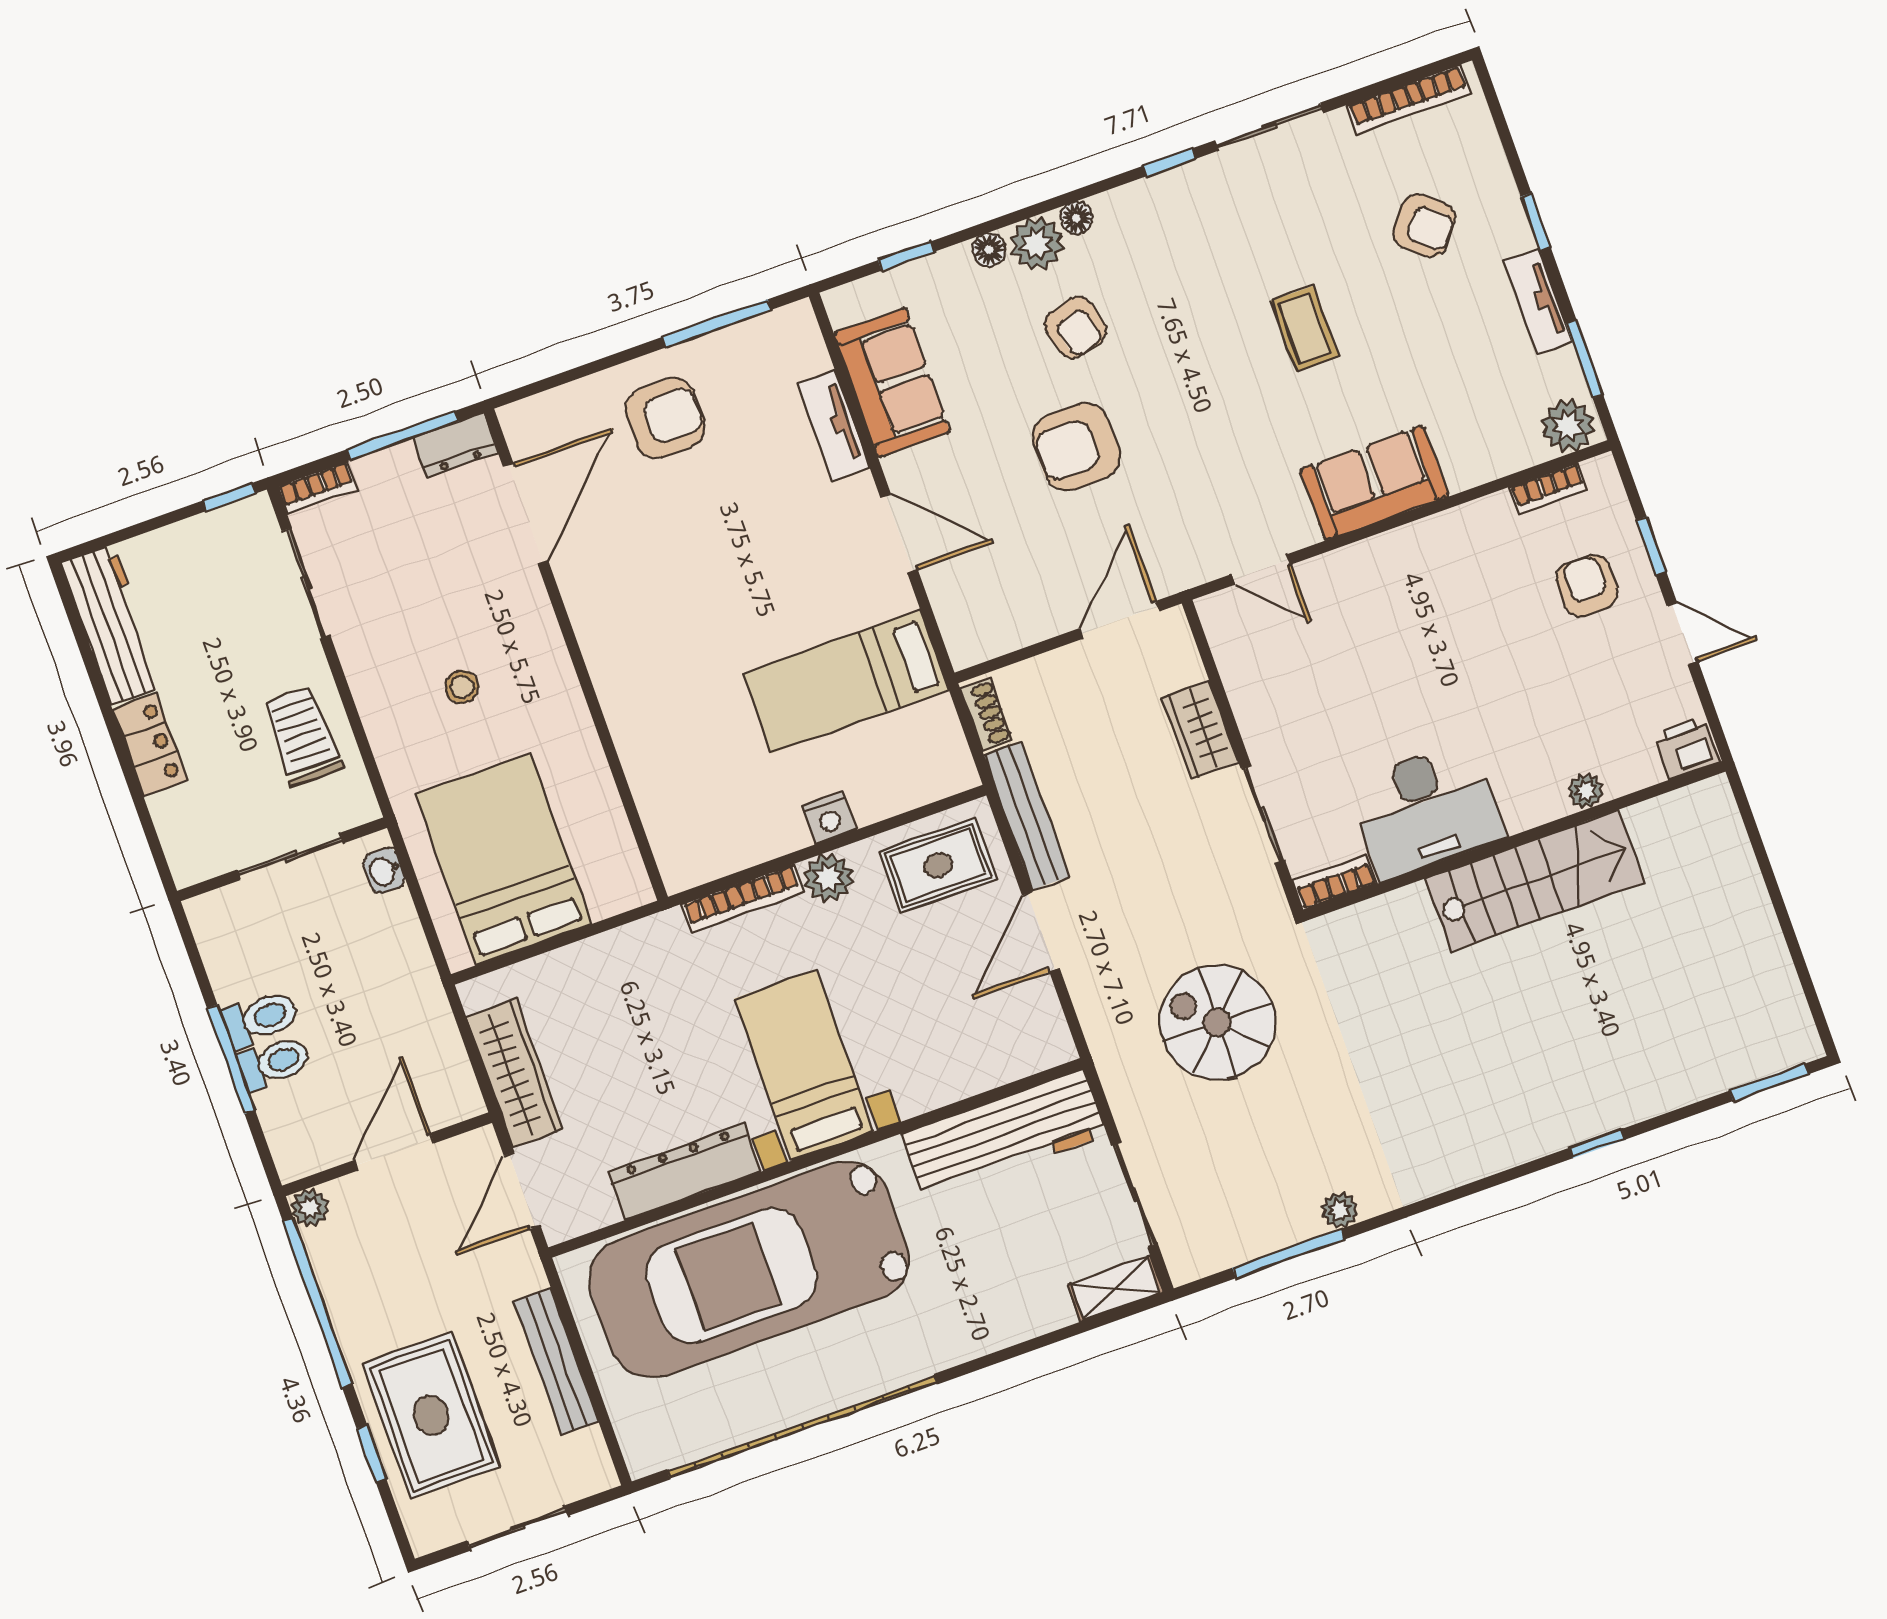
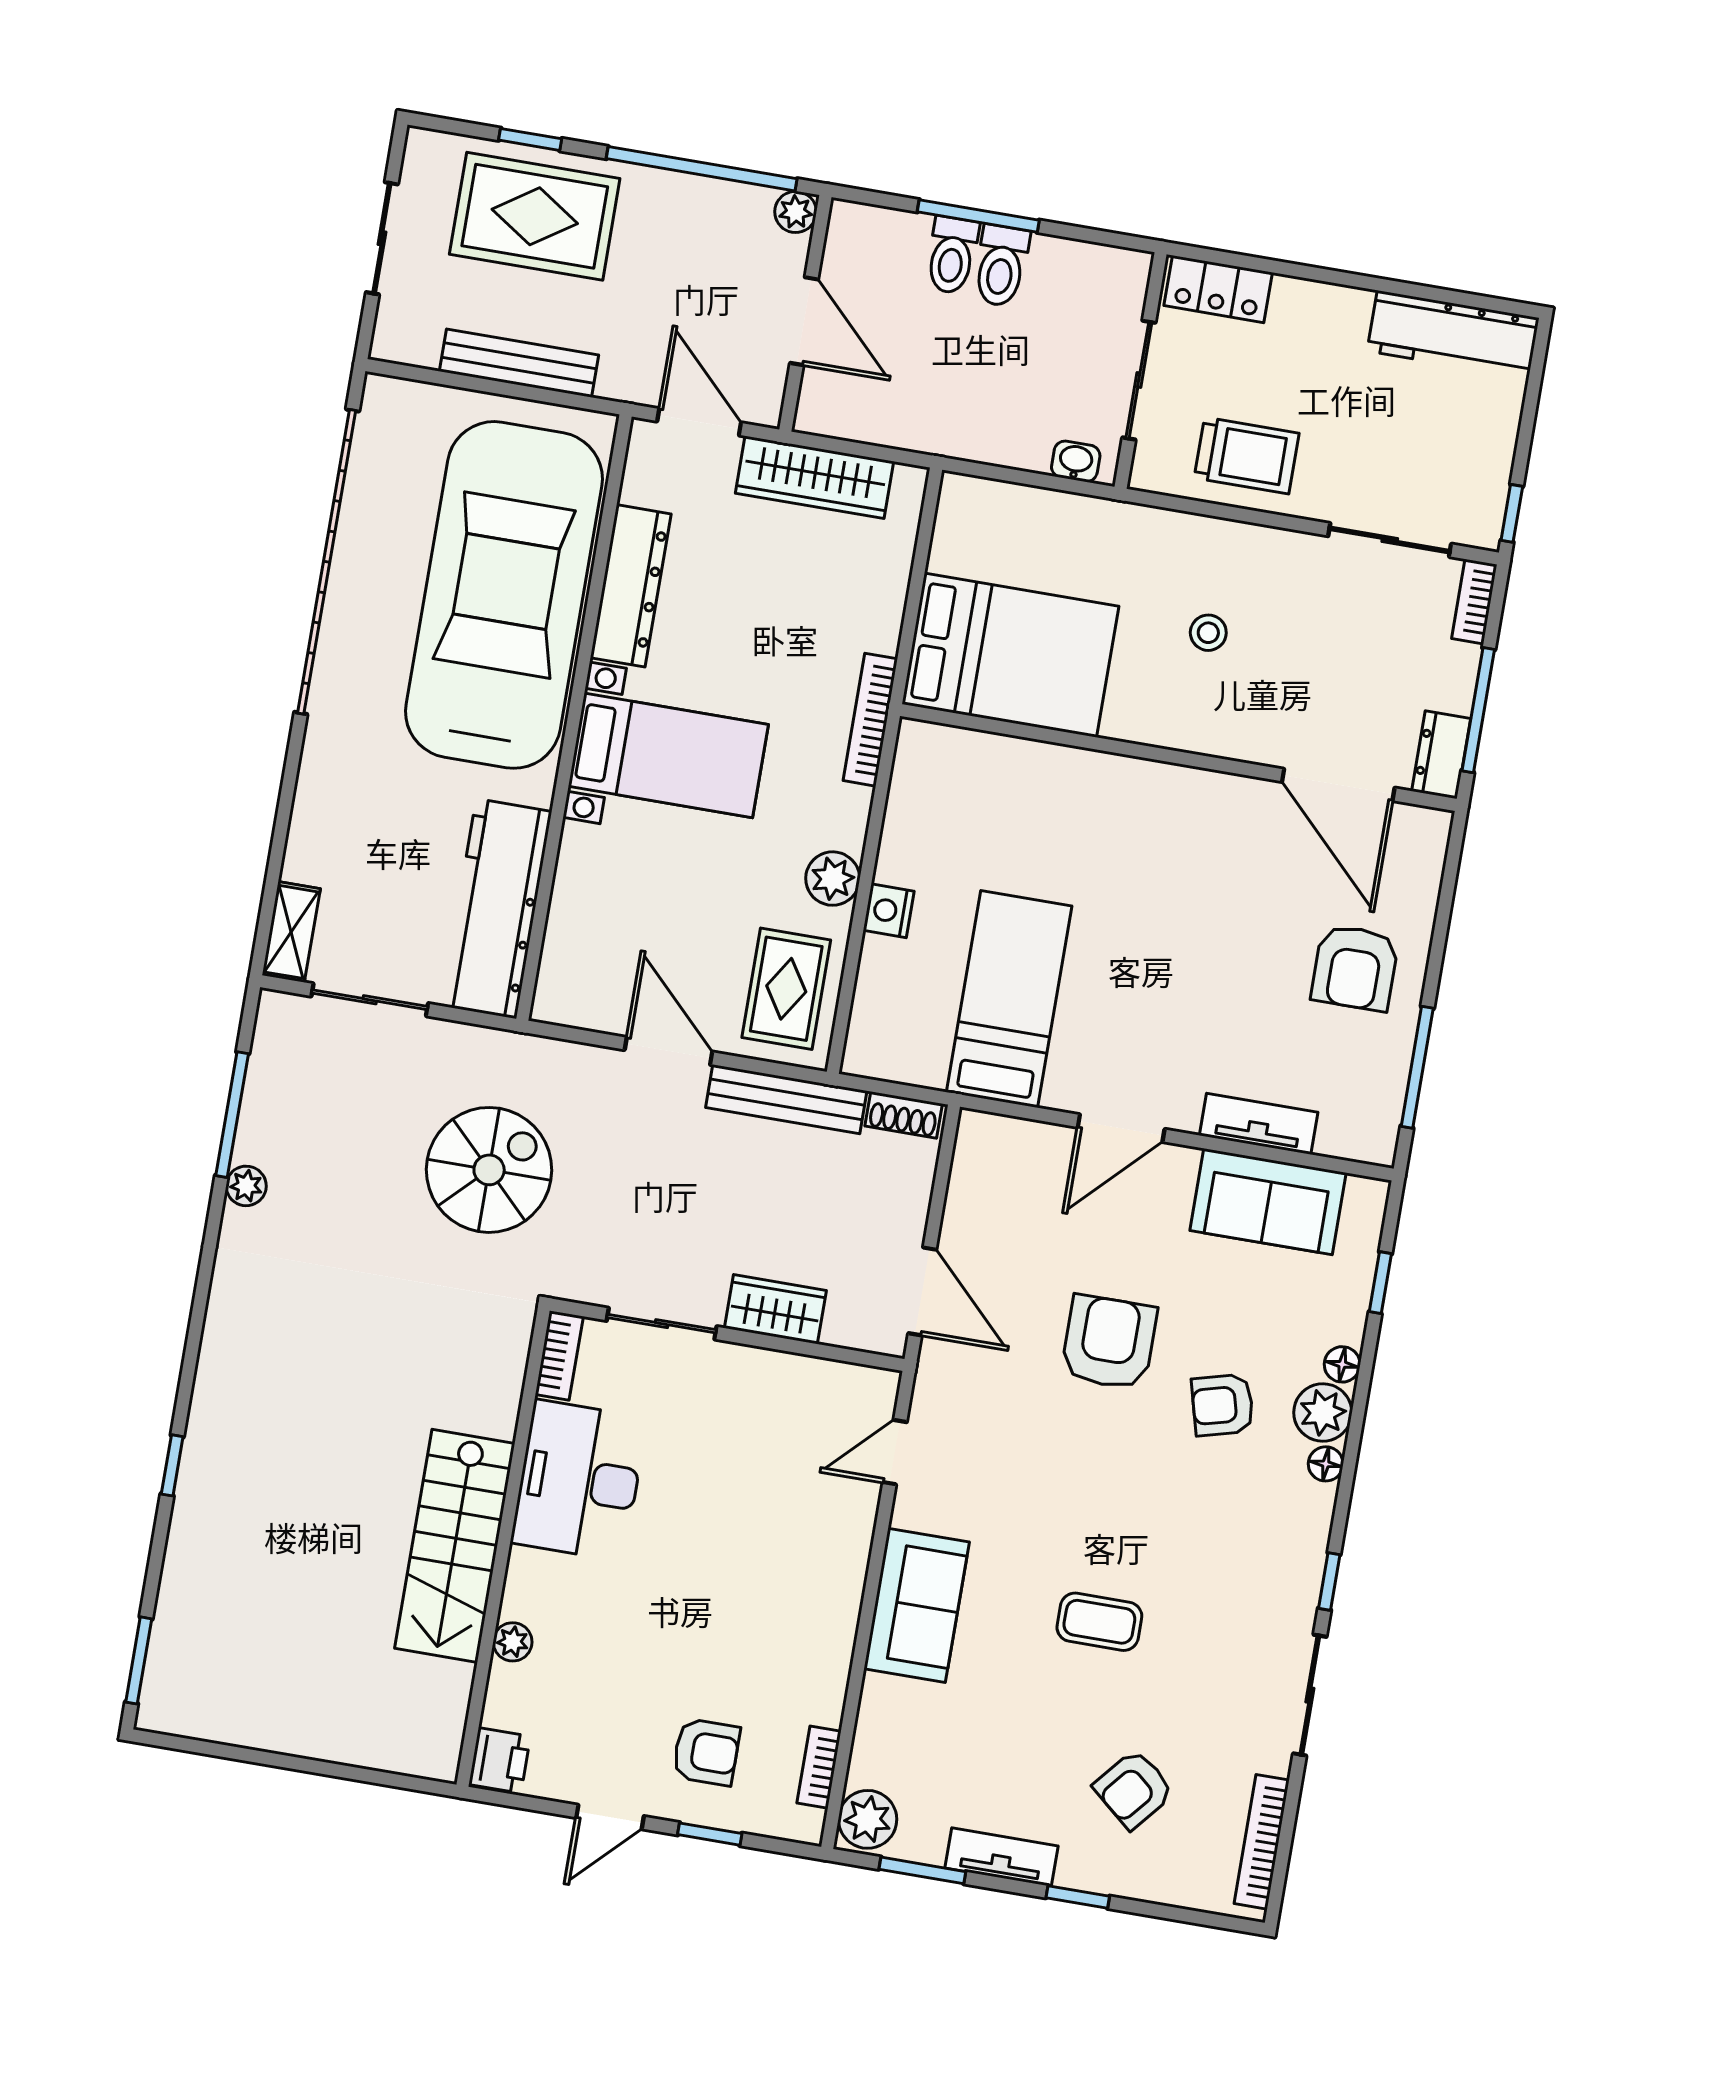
locker: (150, 745) -> (1218, 289), moved
bed: (503, 859) -> (1010, 655), moved
bookcase: (743, 898) -> (870, 720), moved

